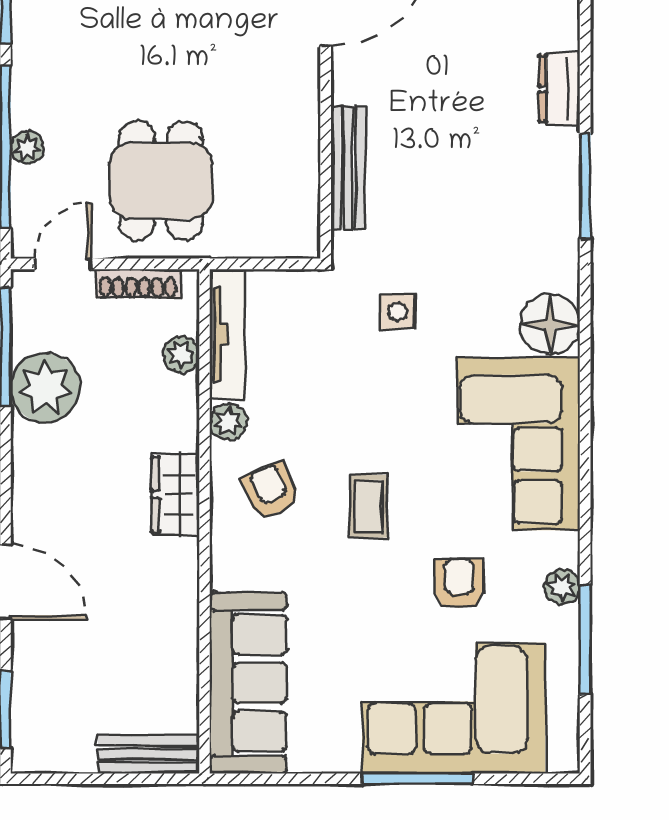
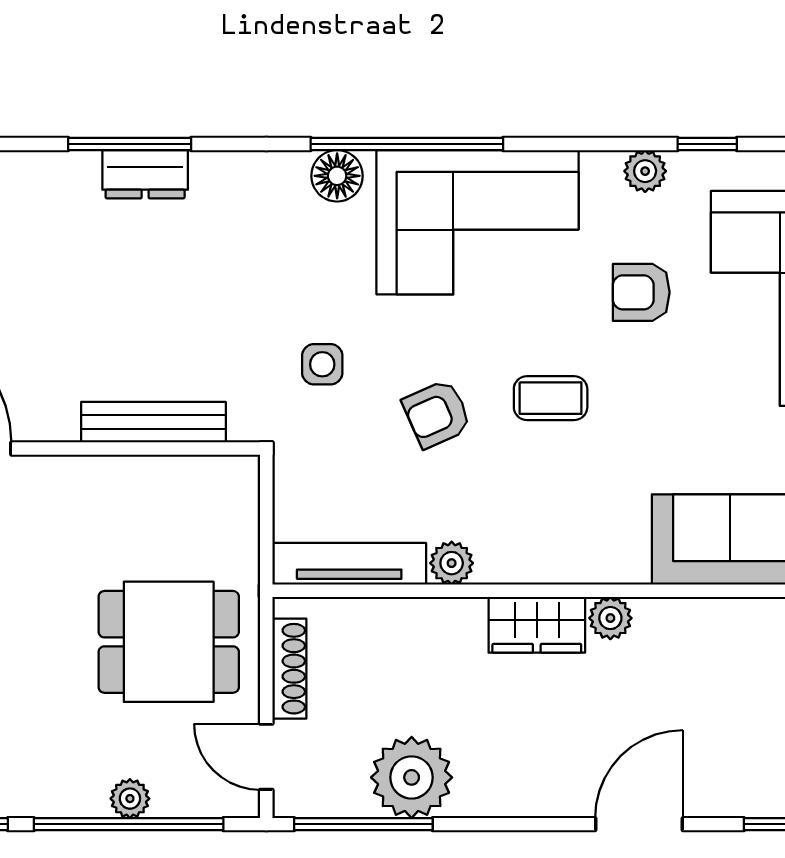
dresser: (559, 88) -> (145, 174), moved
window: (585, 186) -> (130, 144), moved
floor lamp: (550, 324) -> (337, 176), width x0.73, depth x0.73
plant: (181, 354) -> (610, 618), moved
window: (585, 384) -> (407, 144), added
armchair: (271, 490) -> (437, 414), moved
window: (585, 640) -> (707, 144), width x0.46

